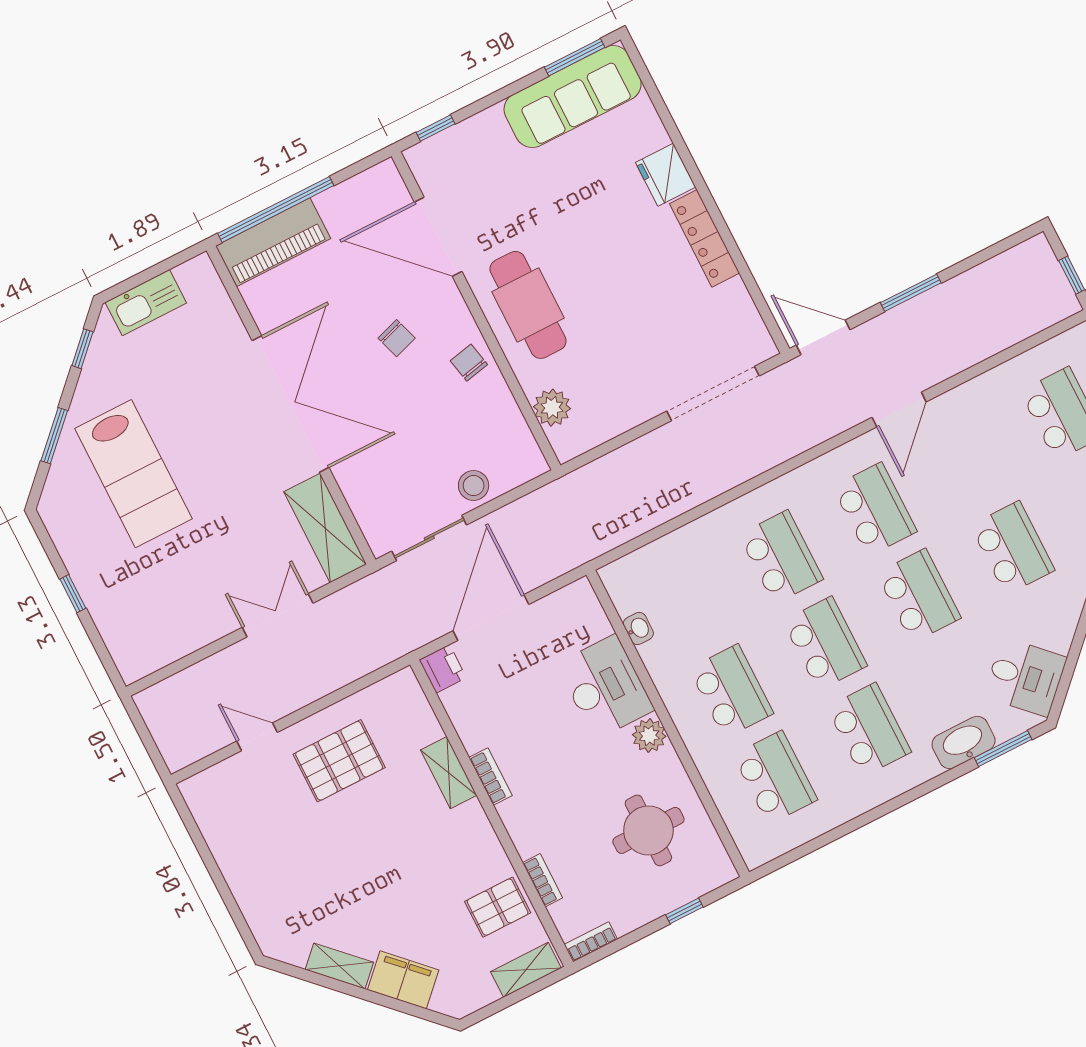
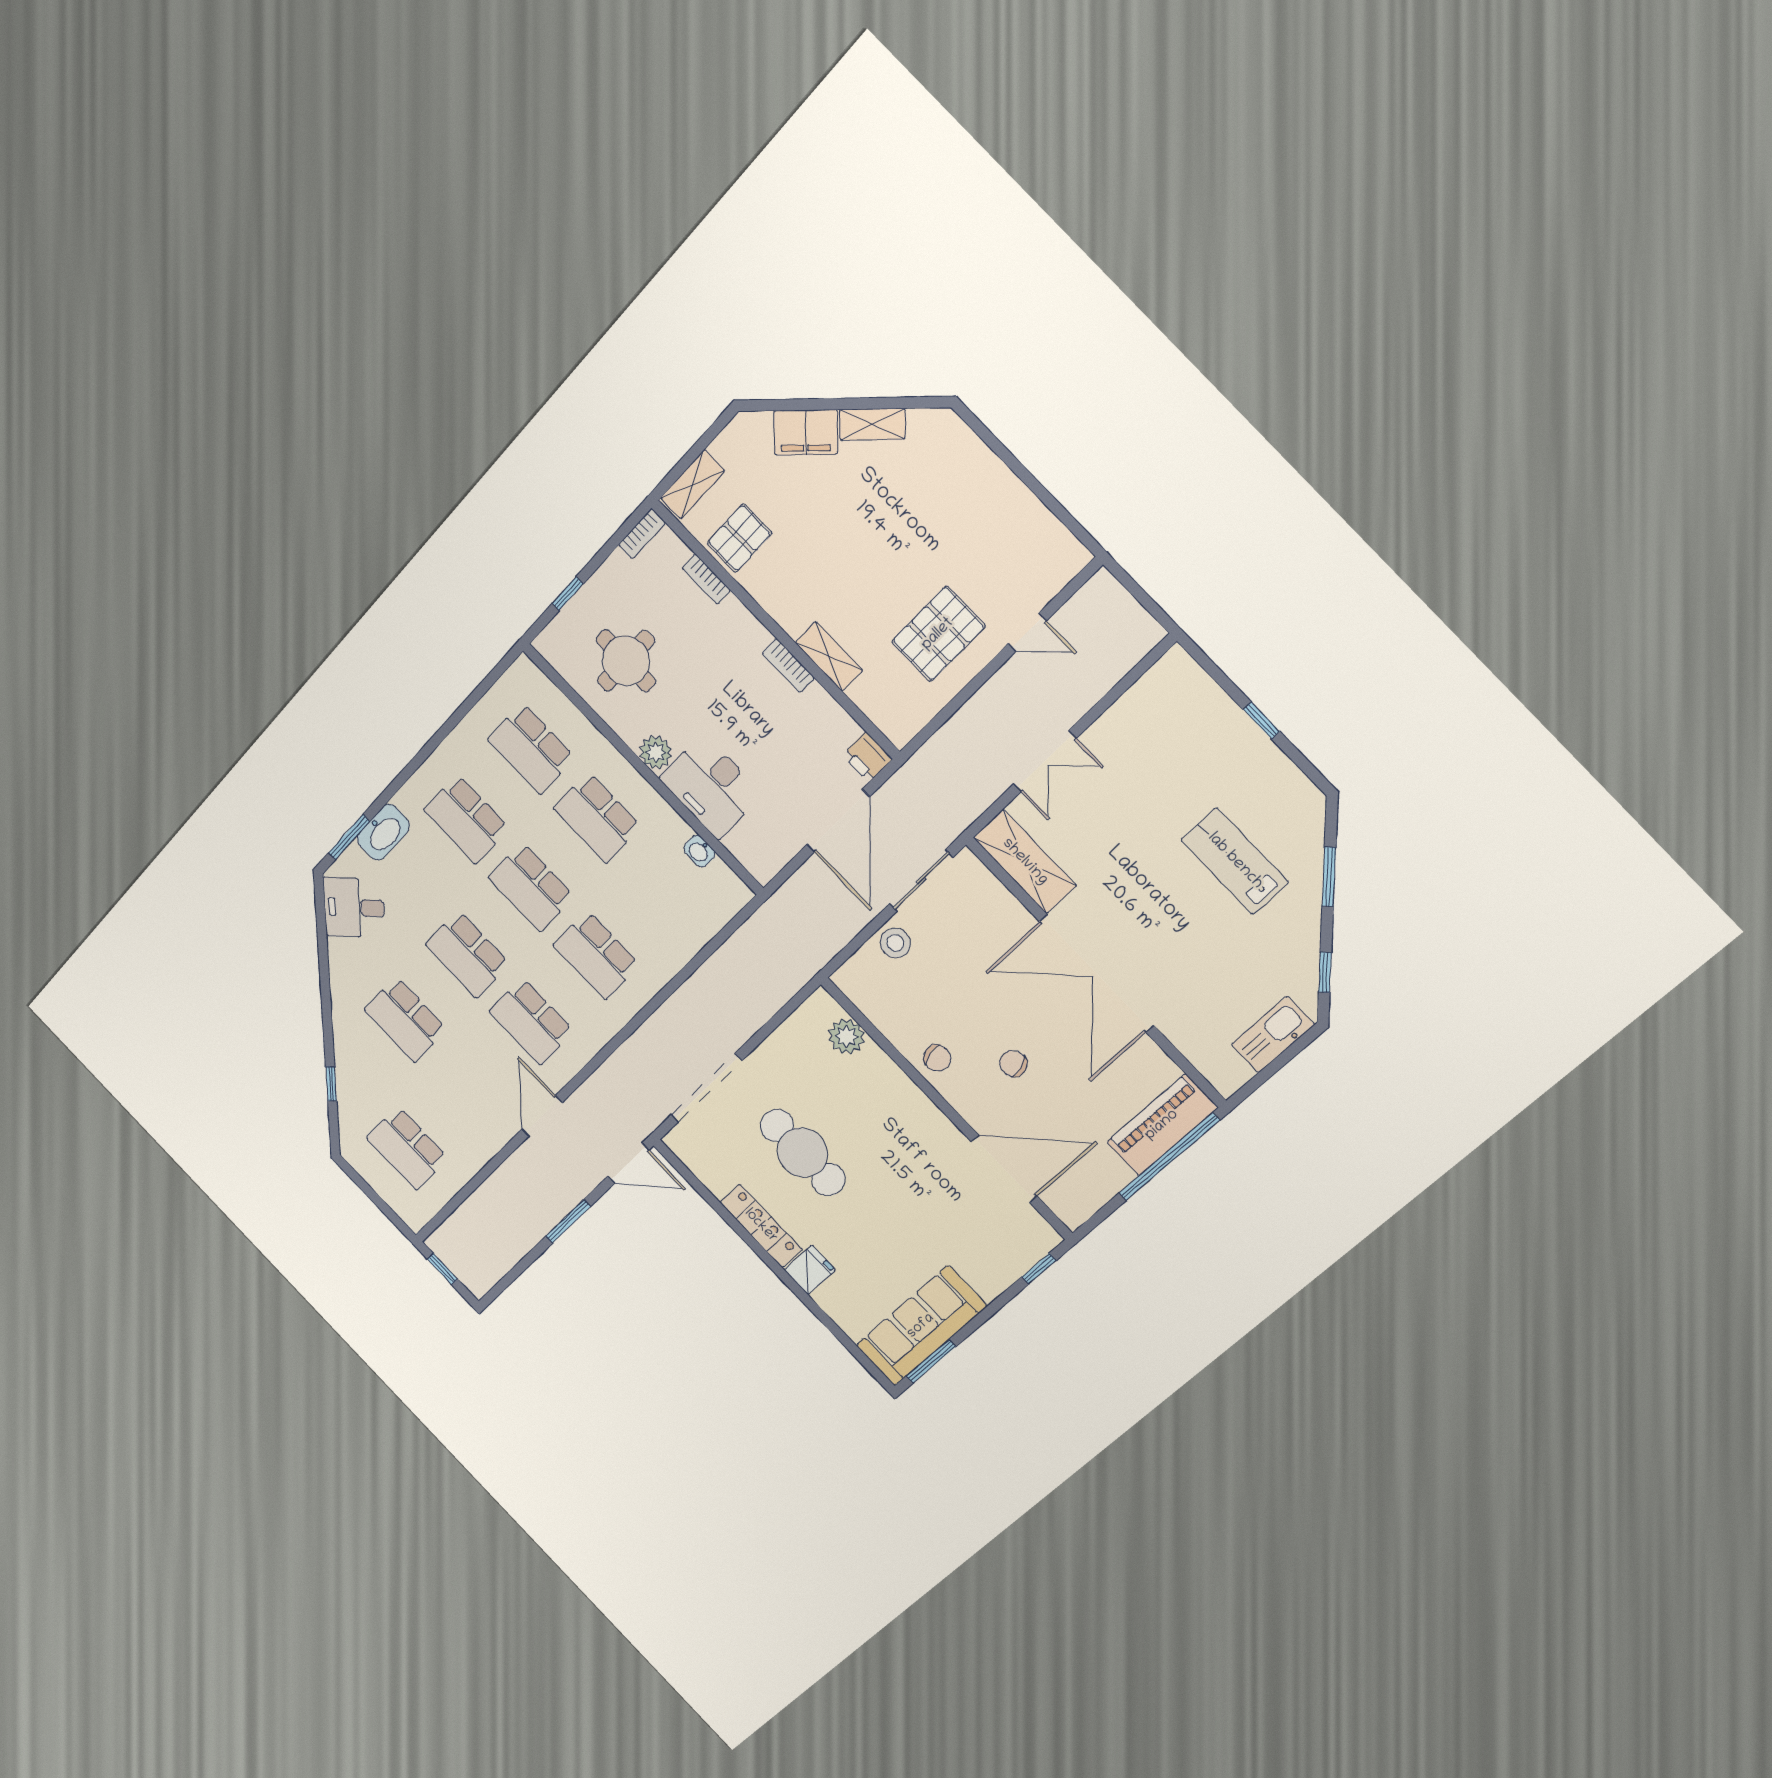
fridge: (666, 175) -> (810, 1270), width x0.72
cafe table: (528, 305) -> (803, 1152), moved
lab bench: (133, 474) -> (1235, 861), width x0.73, depth x0.72

